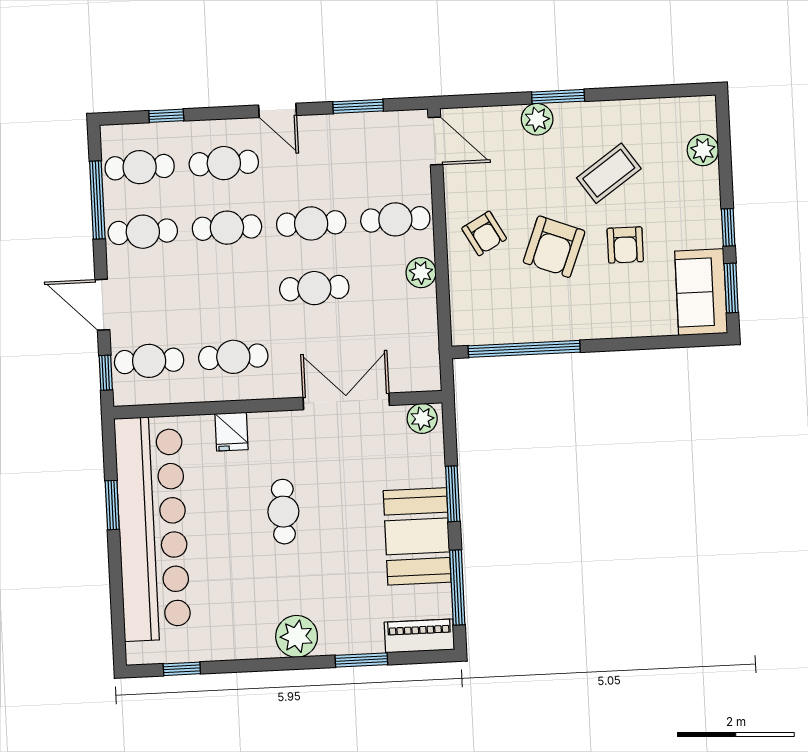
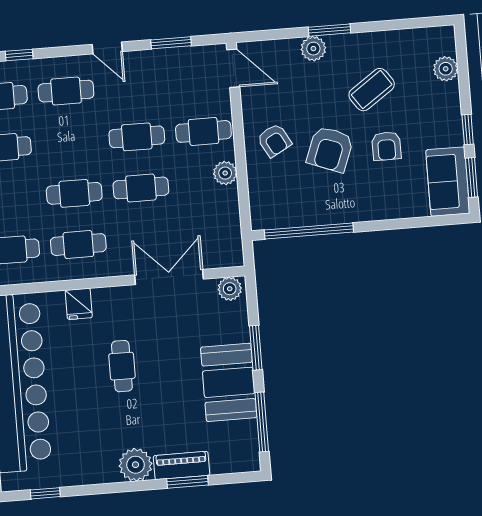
cafe table: (227, 228) -> (74, 193), moved
piano: (419, 636) -> (181, 465), moved

